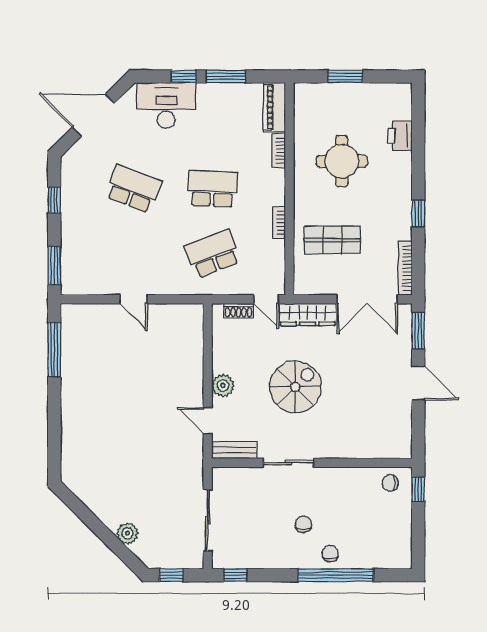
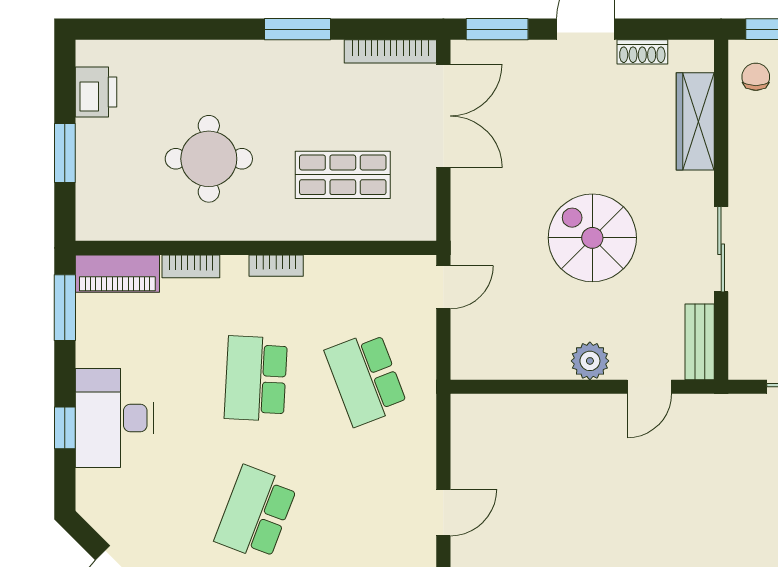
window: (226, 76) -> (65, 308), moved
desk: (166, 105) -> (114, 418), moved
printer: (400, 136) -> (96, 92), moved, turned -90
window: (418, 213) -> (298, 29), width x1.50
bookcase: (279, 223) -> (276, 266), moved
shop shelf: (332, 240) -> (343, 175), turned 90
shoe rack: (239, 311) -> (642, 52), moved, turned 90
wardrobe: (308, 314) -> (695, 121), moved, turned 180
chair: (390, 483) -> (756, 77), turned 180

